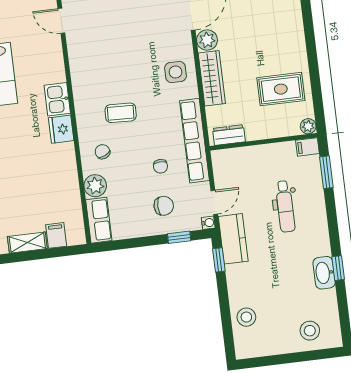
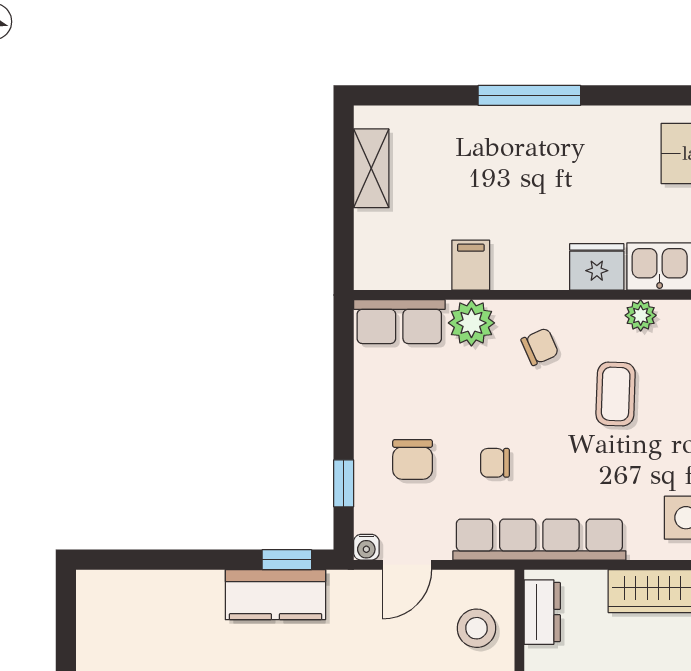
plant: (82, 105) -> (641, 315), added
door: (214, 202) -> (407, 565), hinge flipped
filing cabinet: (56, 235) -> (471, 265), moved, turned -90
kitchen counter: (233, 239) -> (275, 595), moved
stool: (246, 317) -> (477, 628), moved

